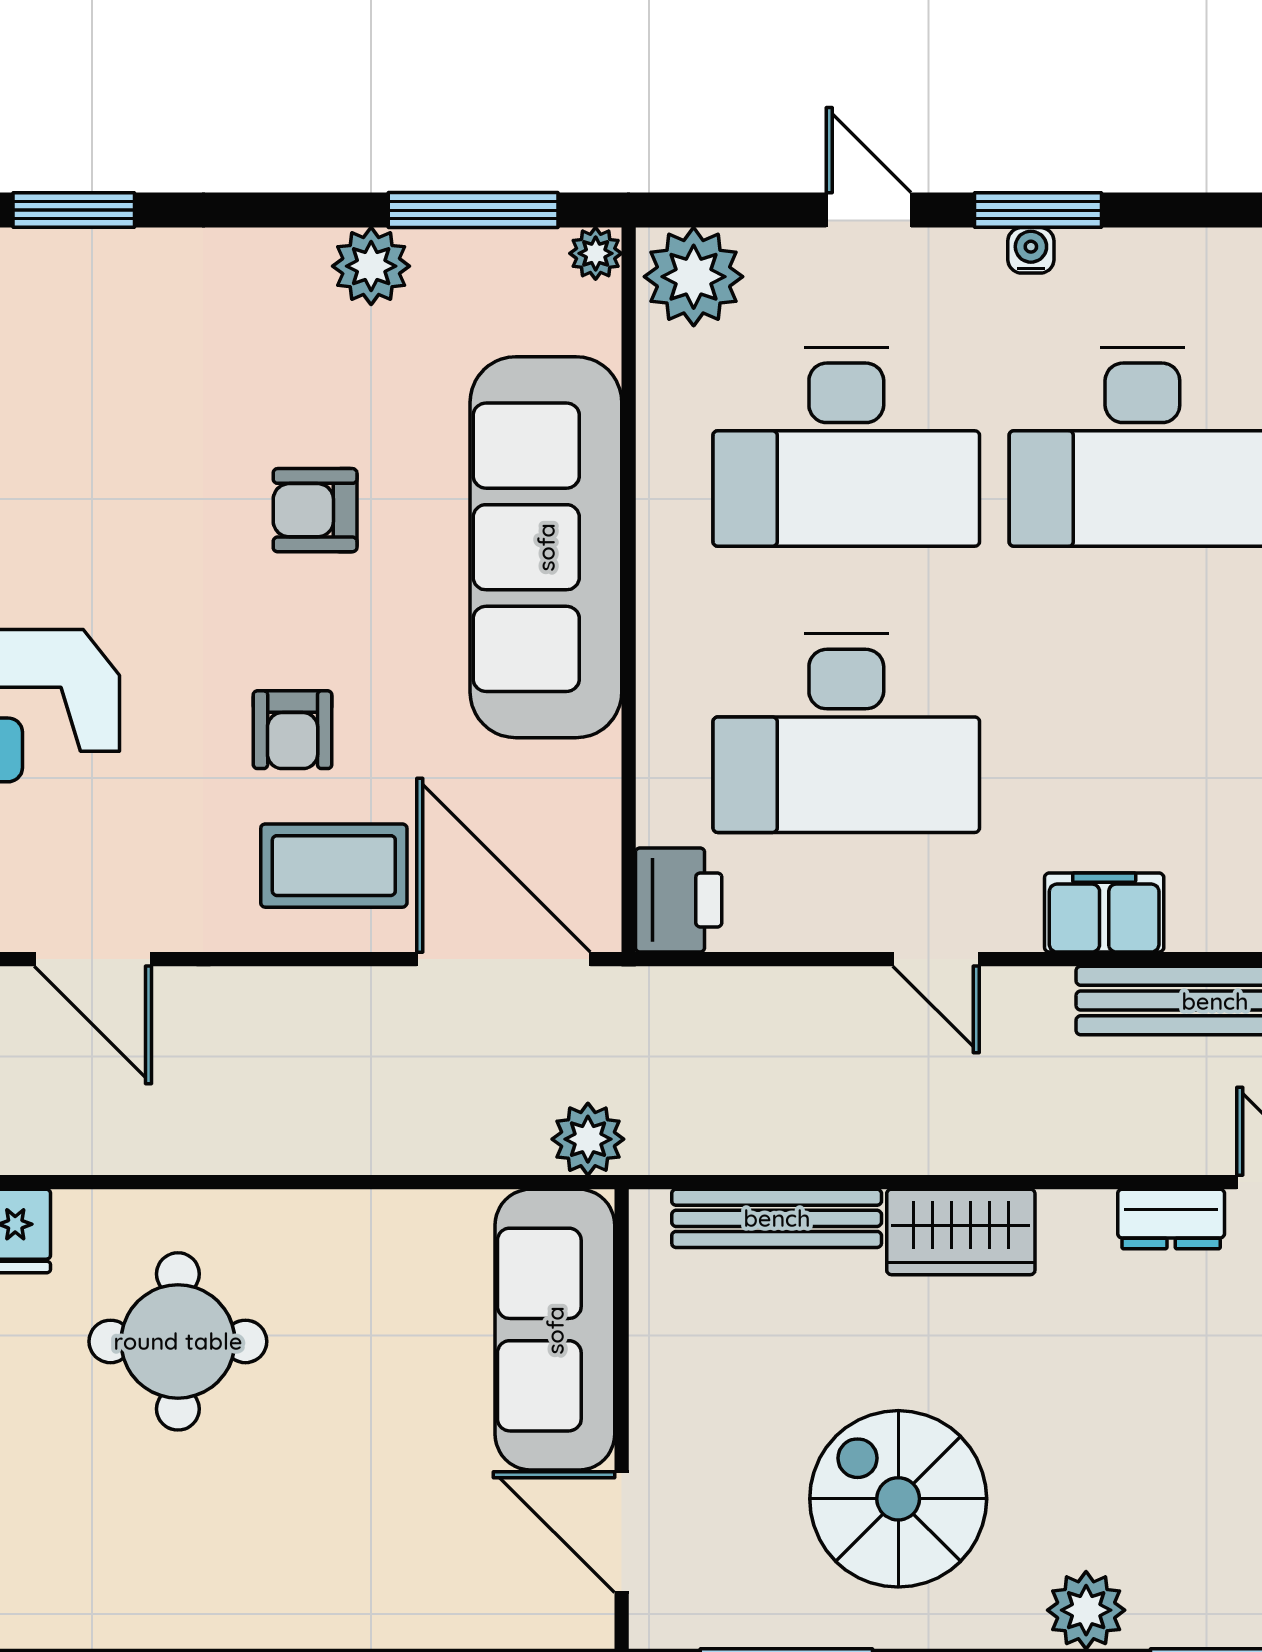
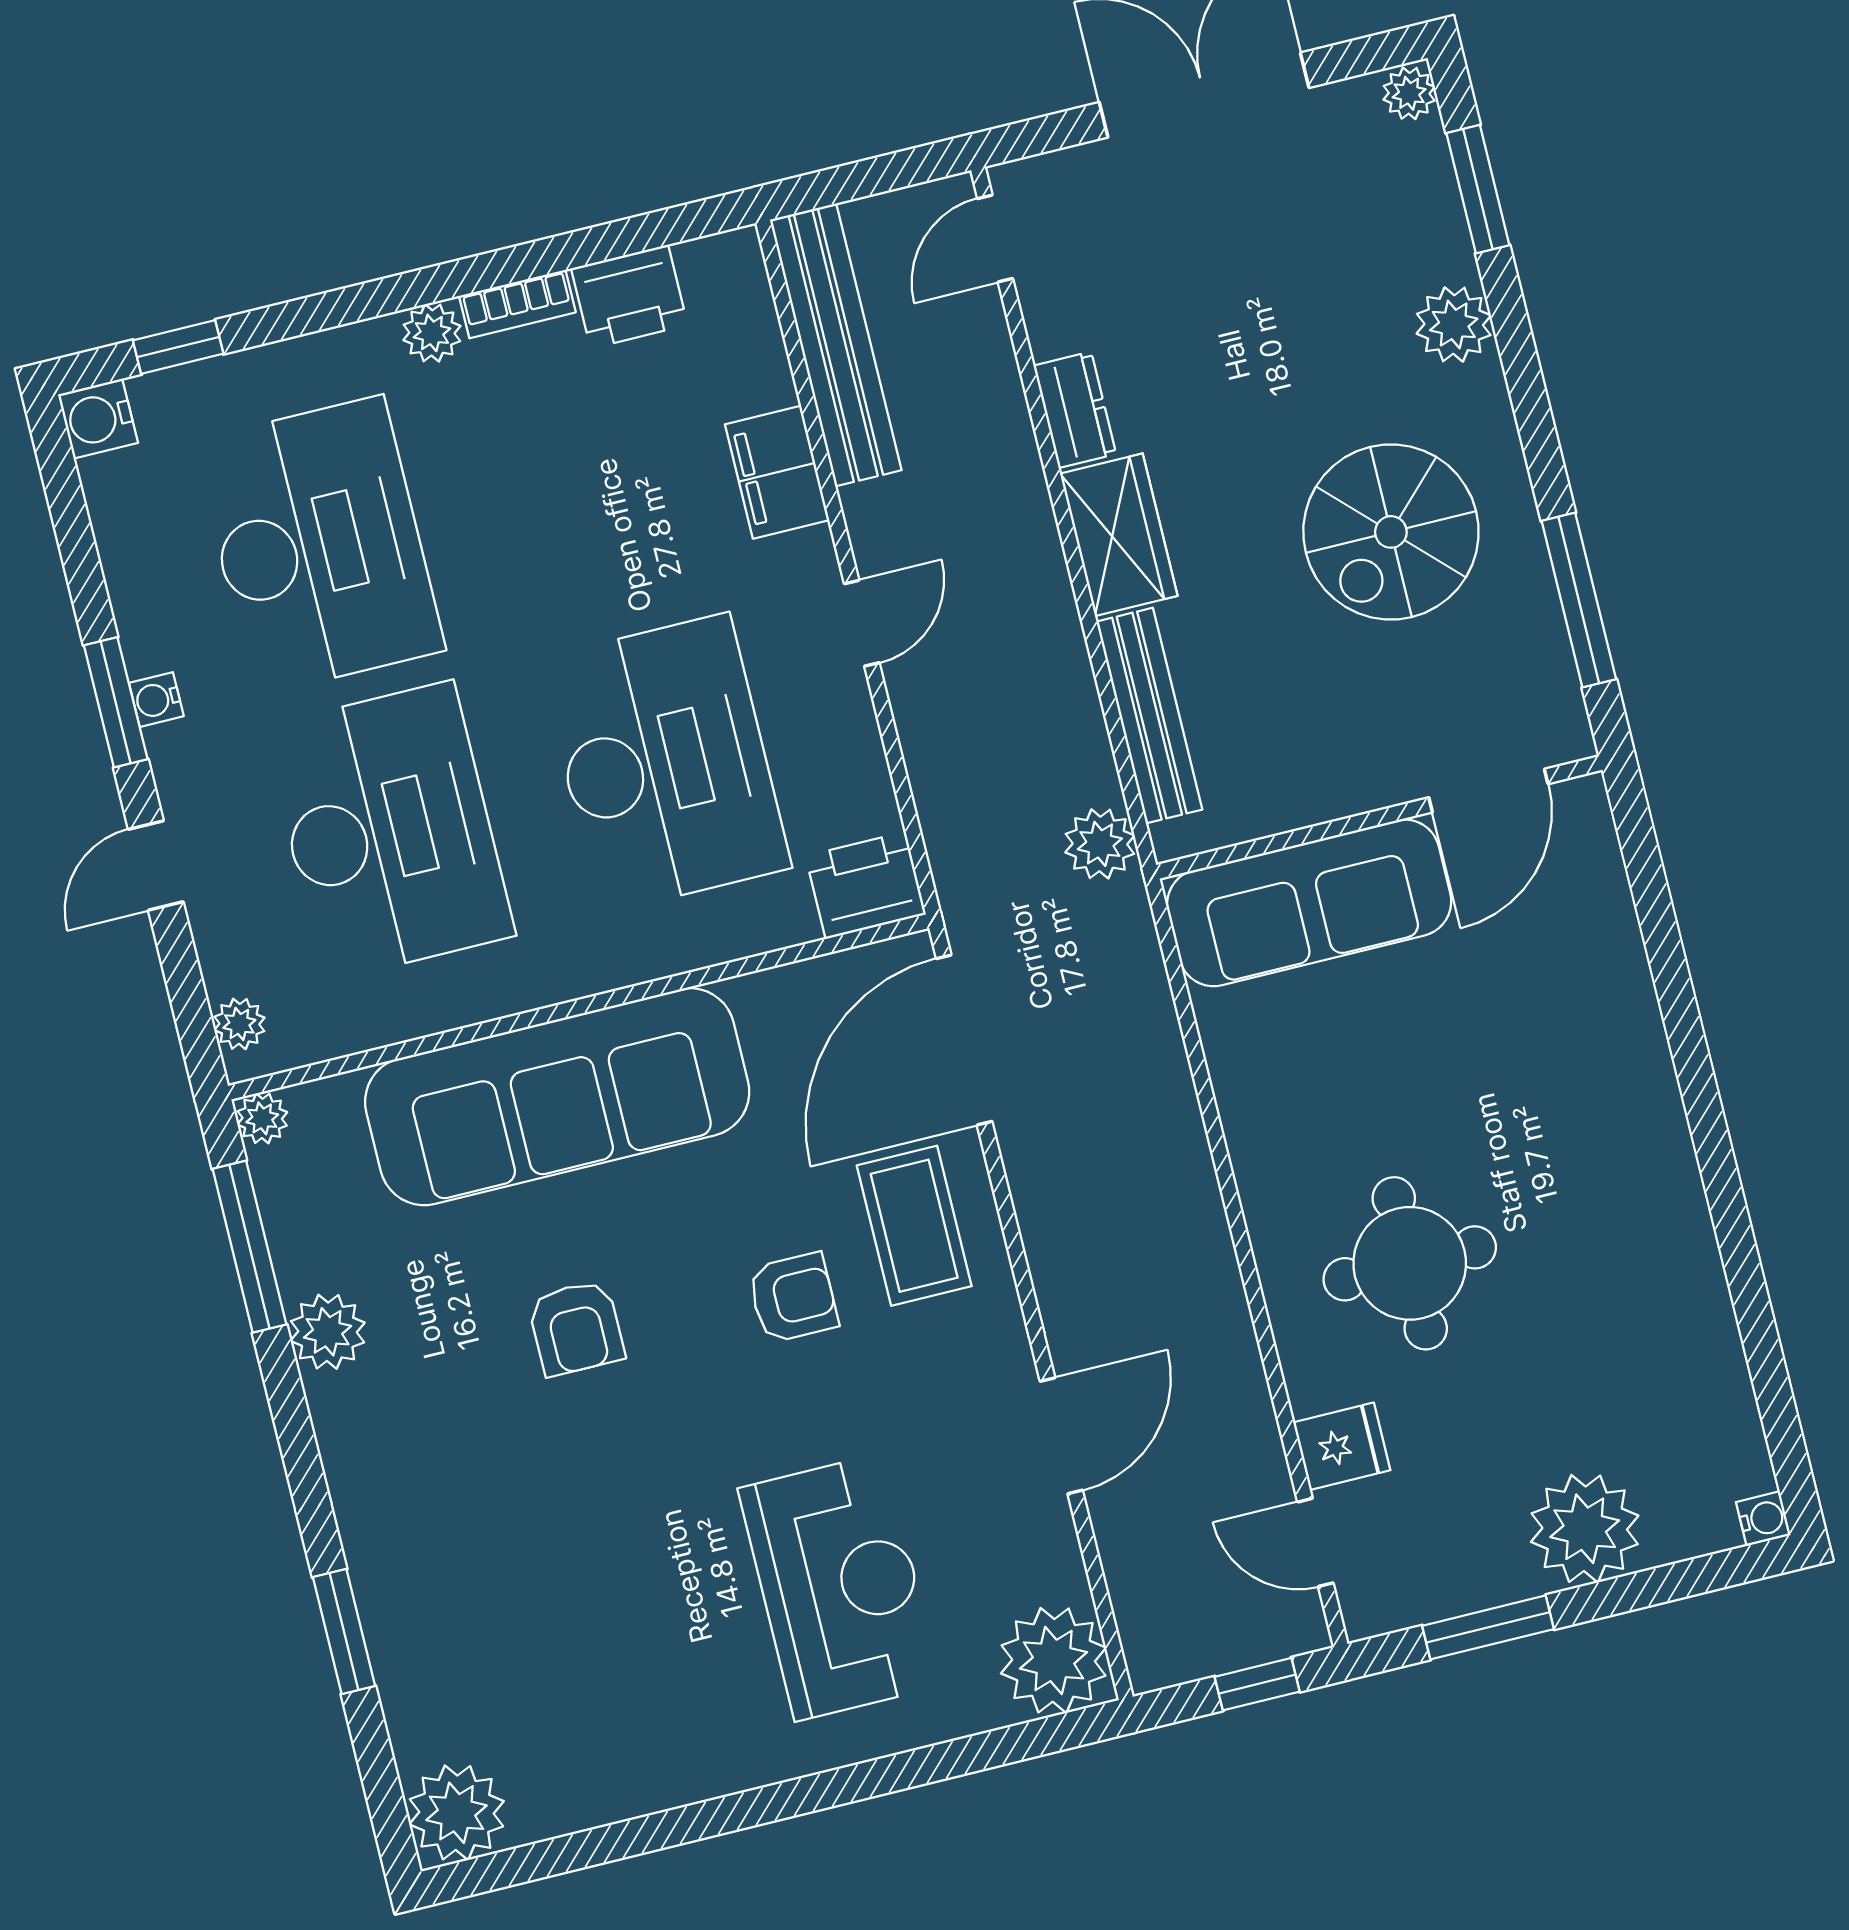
plant: (694, 277) -> (239, 1024), width x0.53, depth x0.53
plant: (588, 1139) -> (1100, 844), moved
dresser: (1171, 1219) -> (1075, 410), moved

